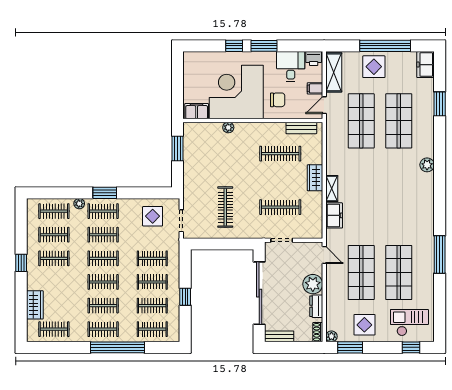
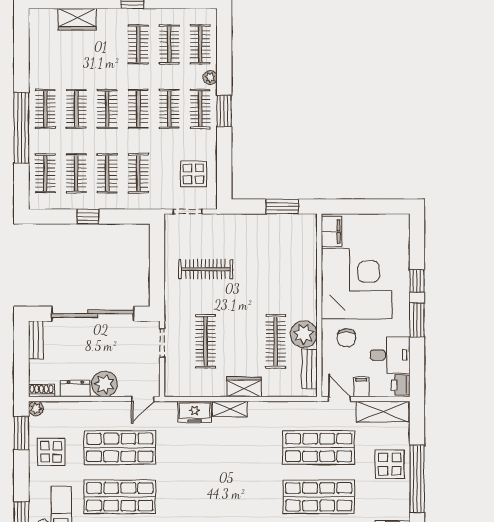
plant: (228, 128) -> (304, 334), moved, width x1.88, depth x1.88
clothes rail: (54, 329) -> (45, 44), removed

